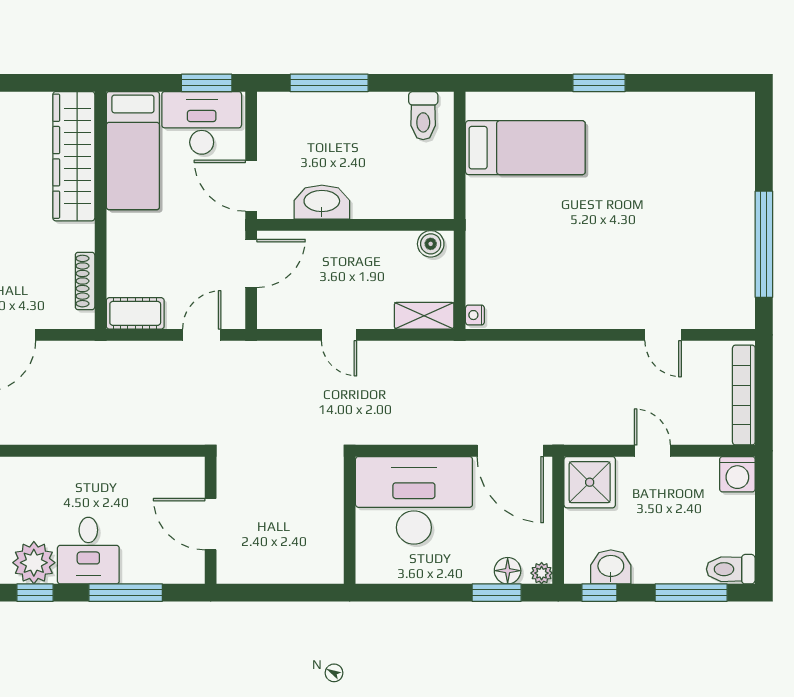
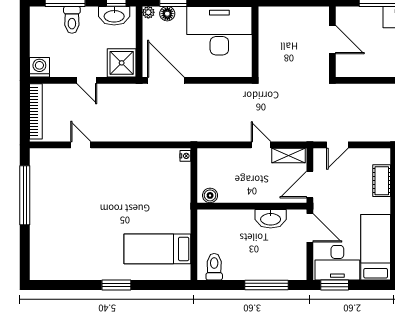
cot: (135, 313) -> (382, 181), moved, turned 90
shelving: (424, 316) -> (288, 156), moved
desk: (414, 500) -> (219, 31), moved, turned 180
washbasin: (611, 567) -> (114, 16), width x1.38
toilet: (731, 569) -> (72, 20), moved, turned 90

